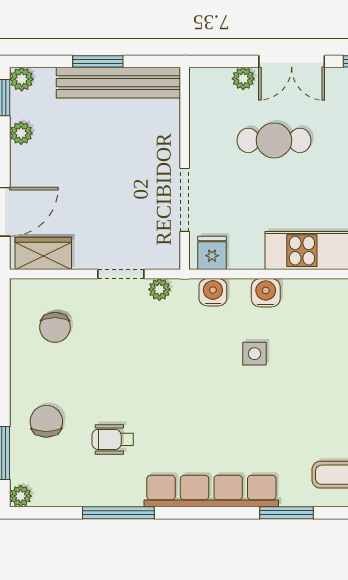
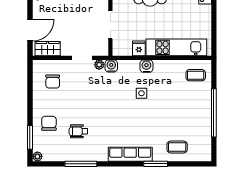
fridge: (212, 253) -> (139, 48), moved
water cooler: (213, 292) -> (111, 66), moved
row of seats: (211, 491) -> (130, 154), width x0.73

